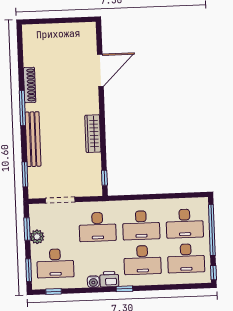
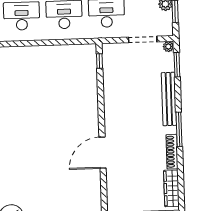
door: (100, 70) -> (103, 153), moved
wardrobe: (93, 134) -> (171, 188), moved, turned 180
plant: (34, 193) -> (168, 47), added

